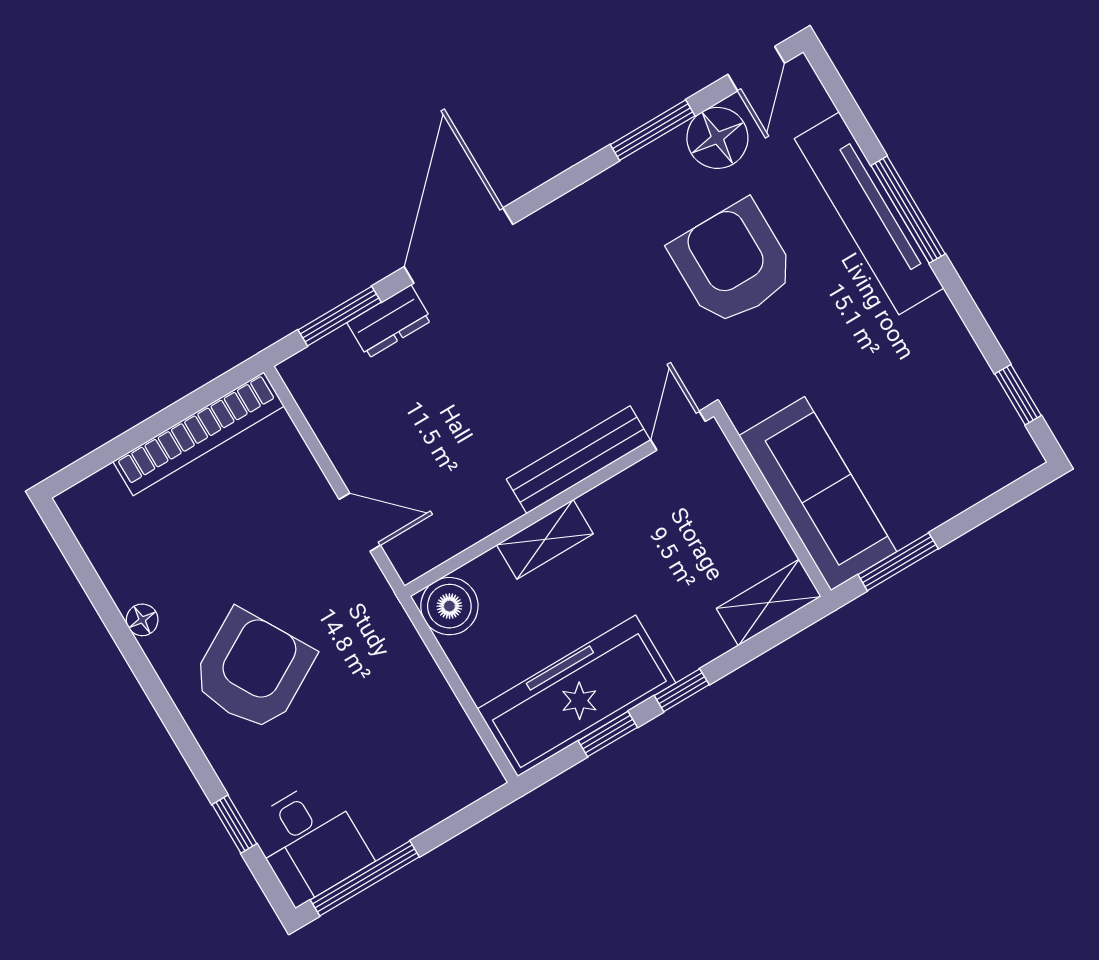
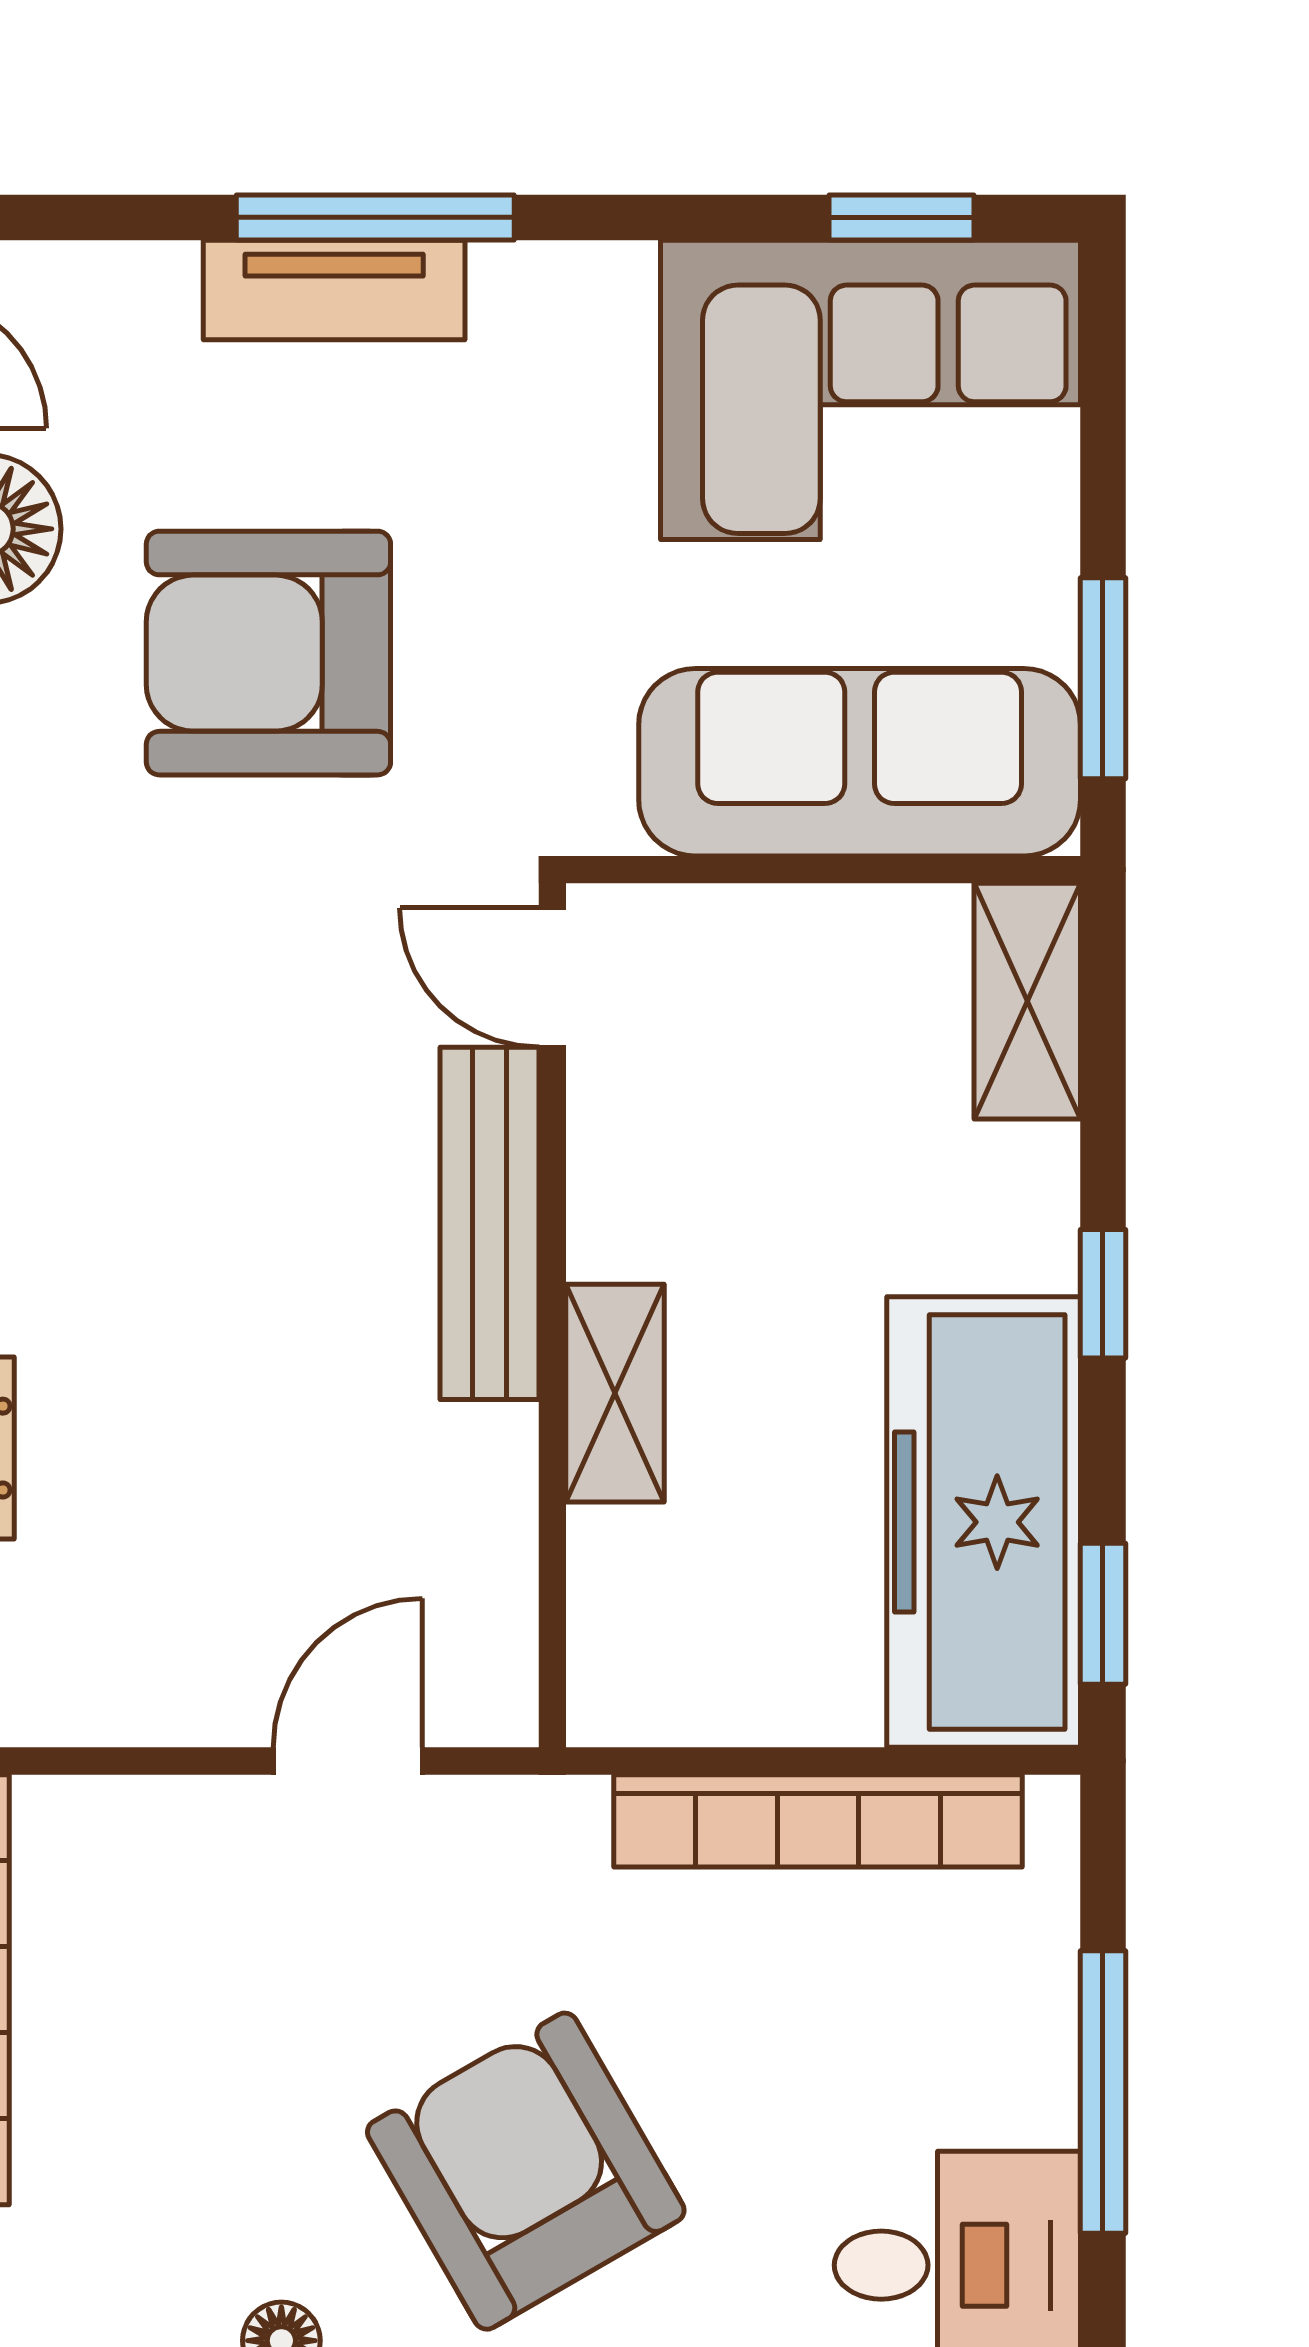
tv unit: (869, 213) -> (334, 290), width x0.52, depth x0.78
corner sofa: (951, 420) -> (871, 390), added
boiler: (449, 606) -> (636, 1677), removed
bookcase: (437, 700) -> (818, 1821), added
window: (608, 734) -> (1103, 1614), moved
window: (365, 878) -> (1103, 2092), moved

